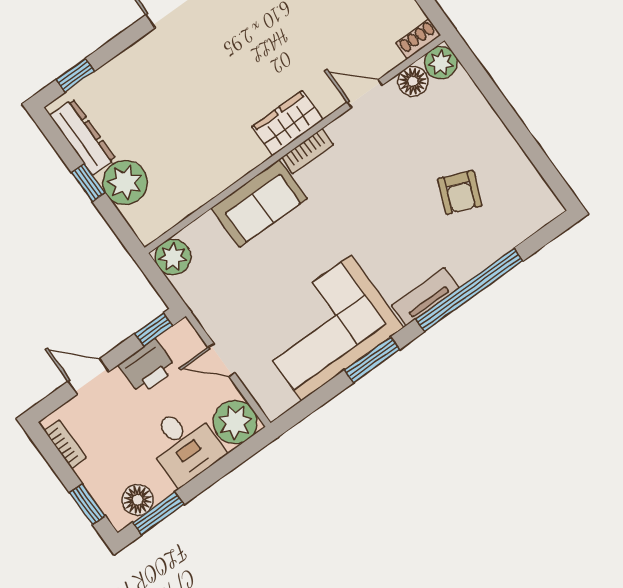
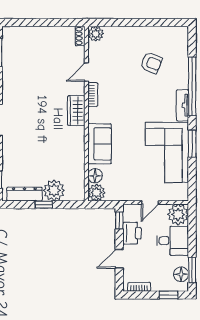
floor lamp: (413, 81) -> (95, 176), moved
bookcase: (307, 151) -> (93, 94), moved

